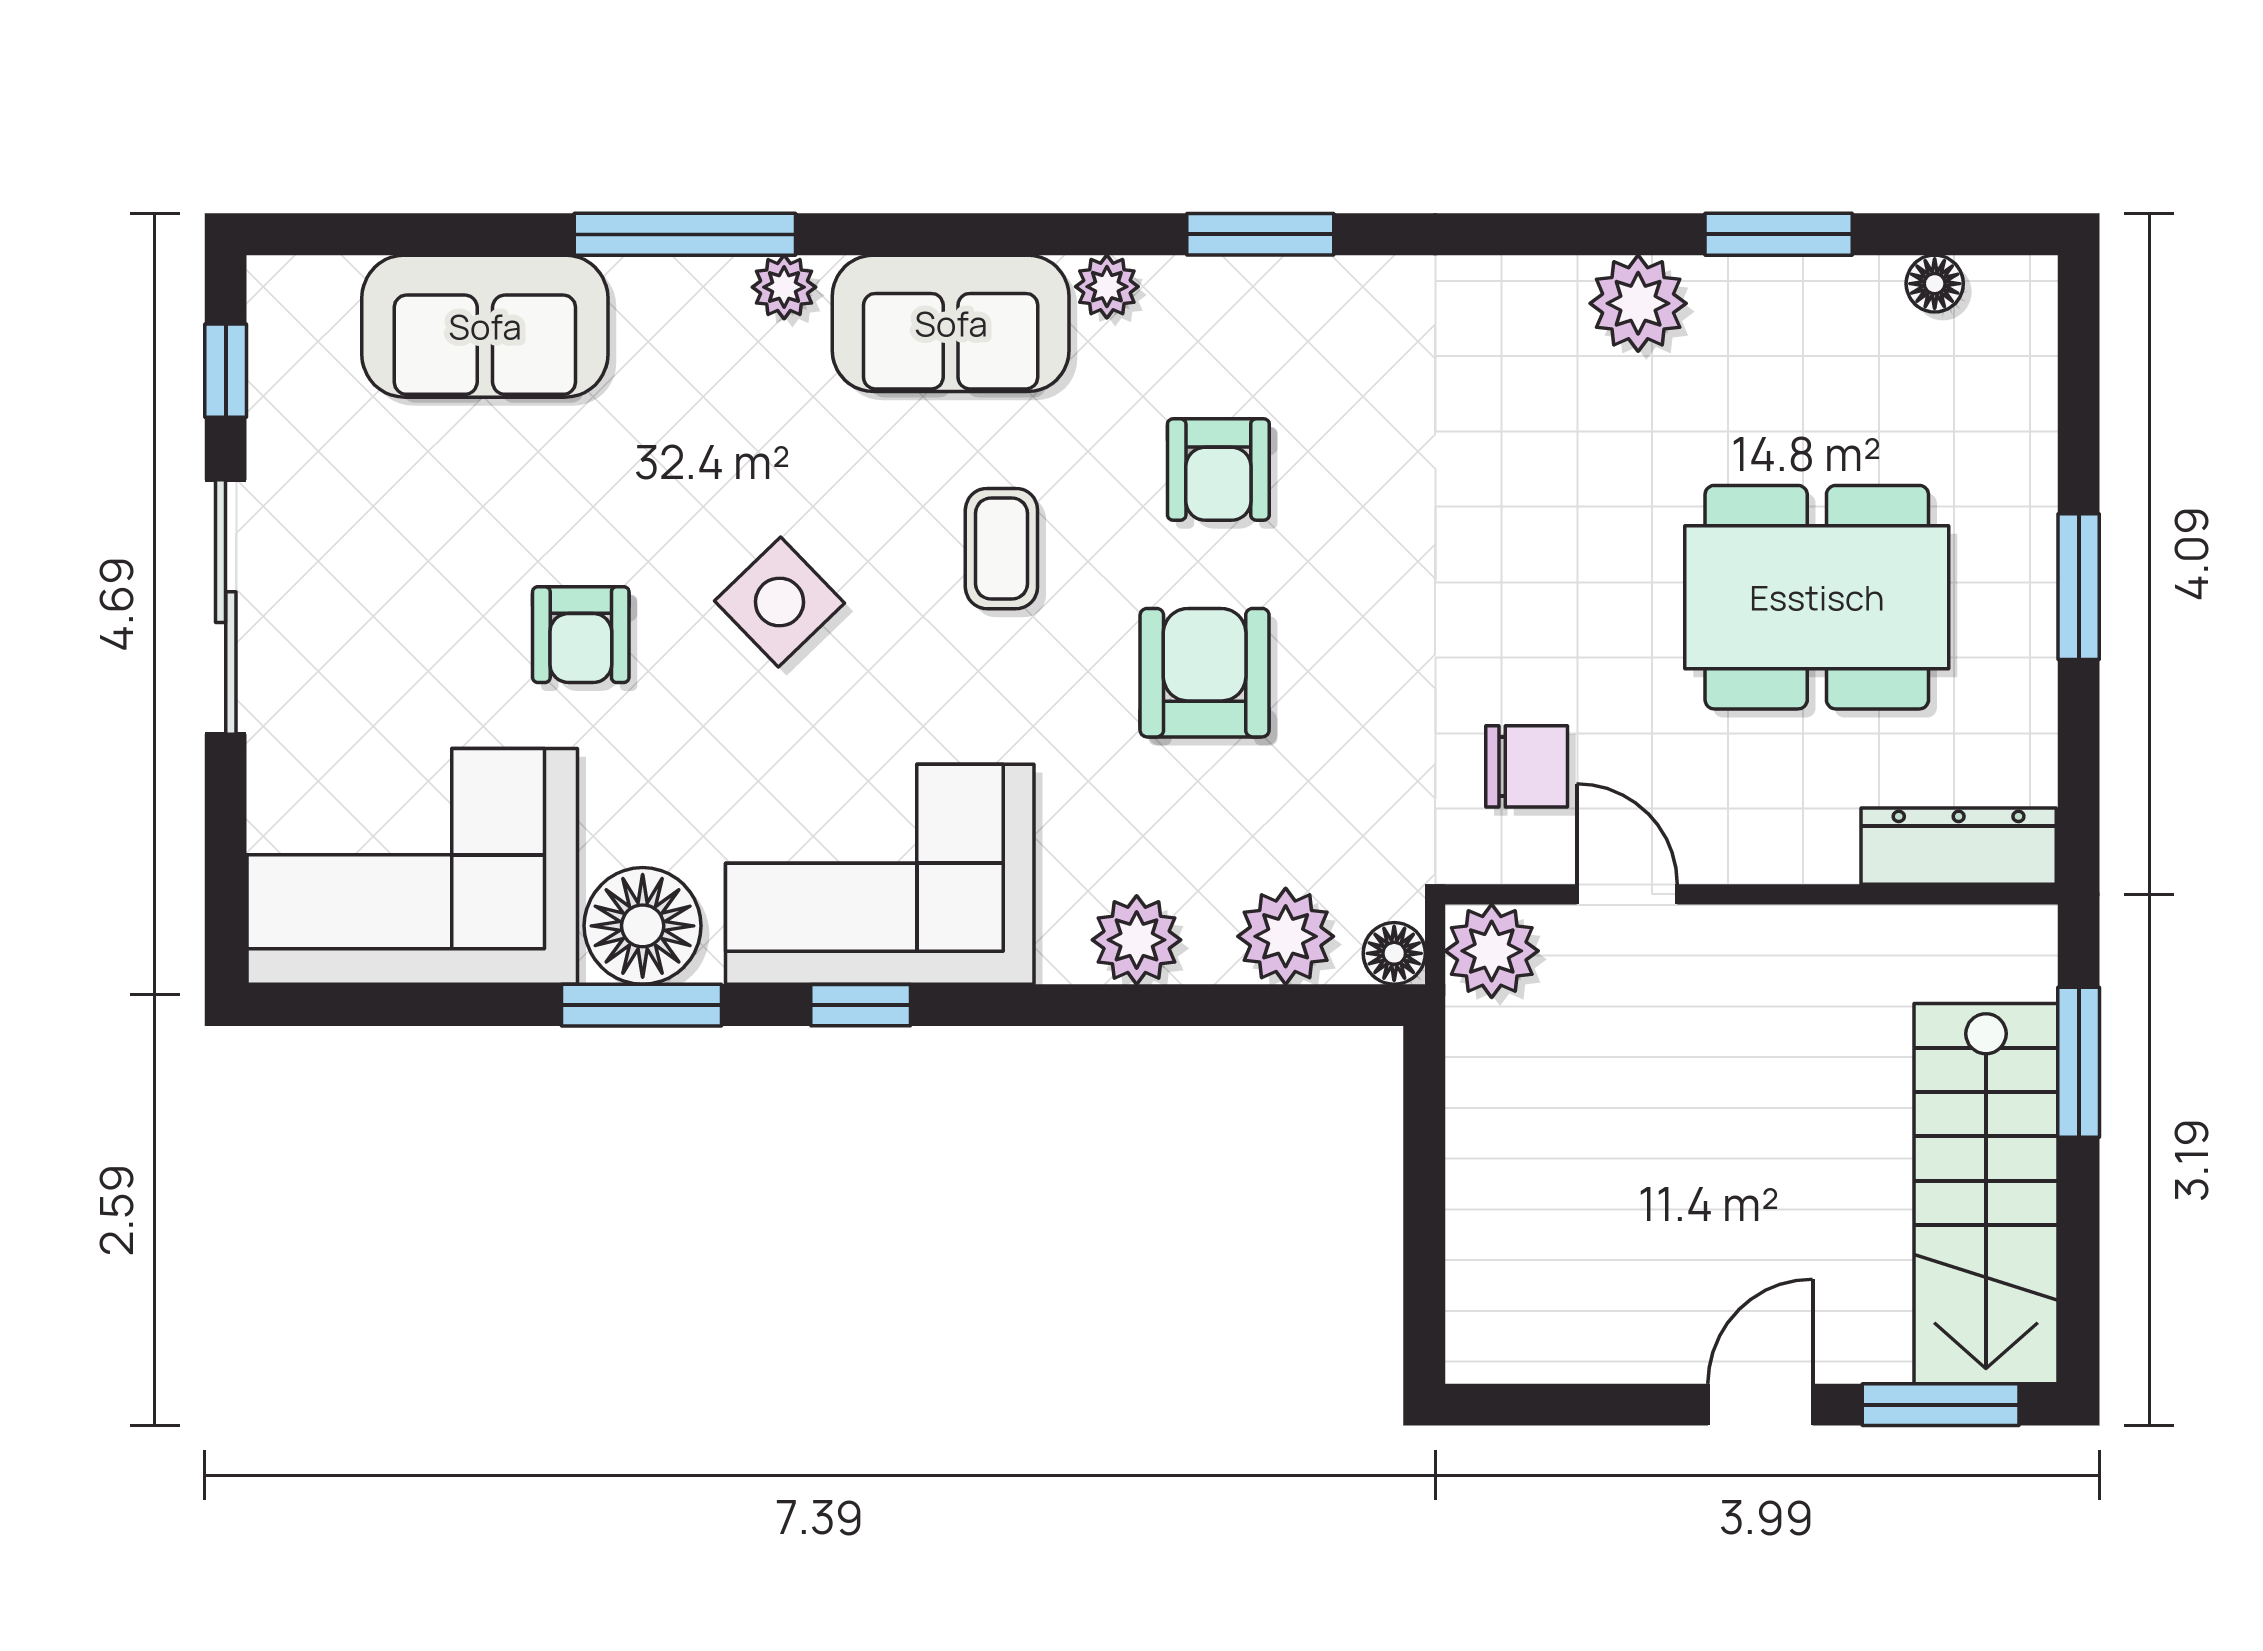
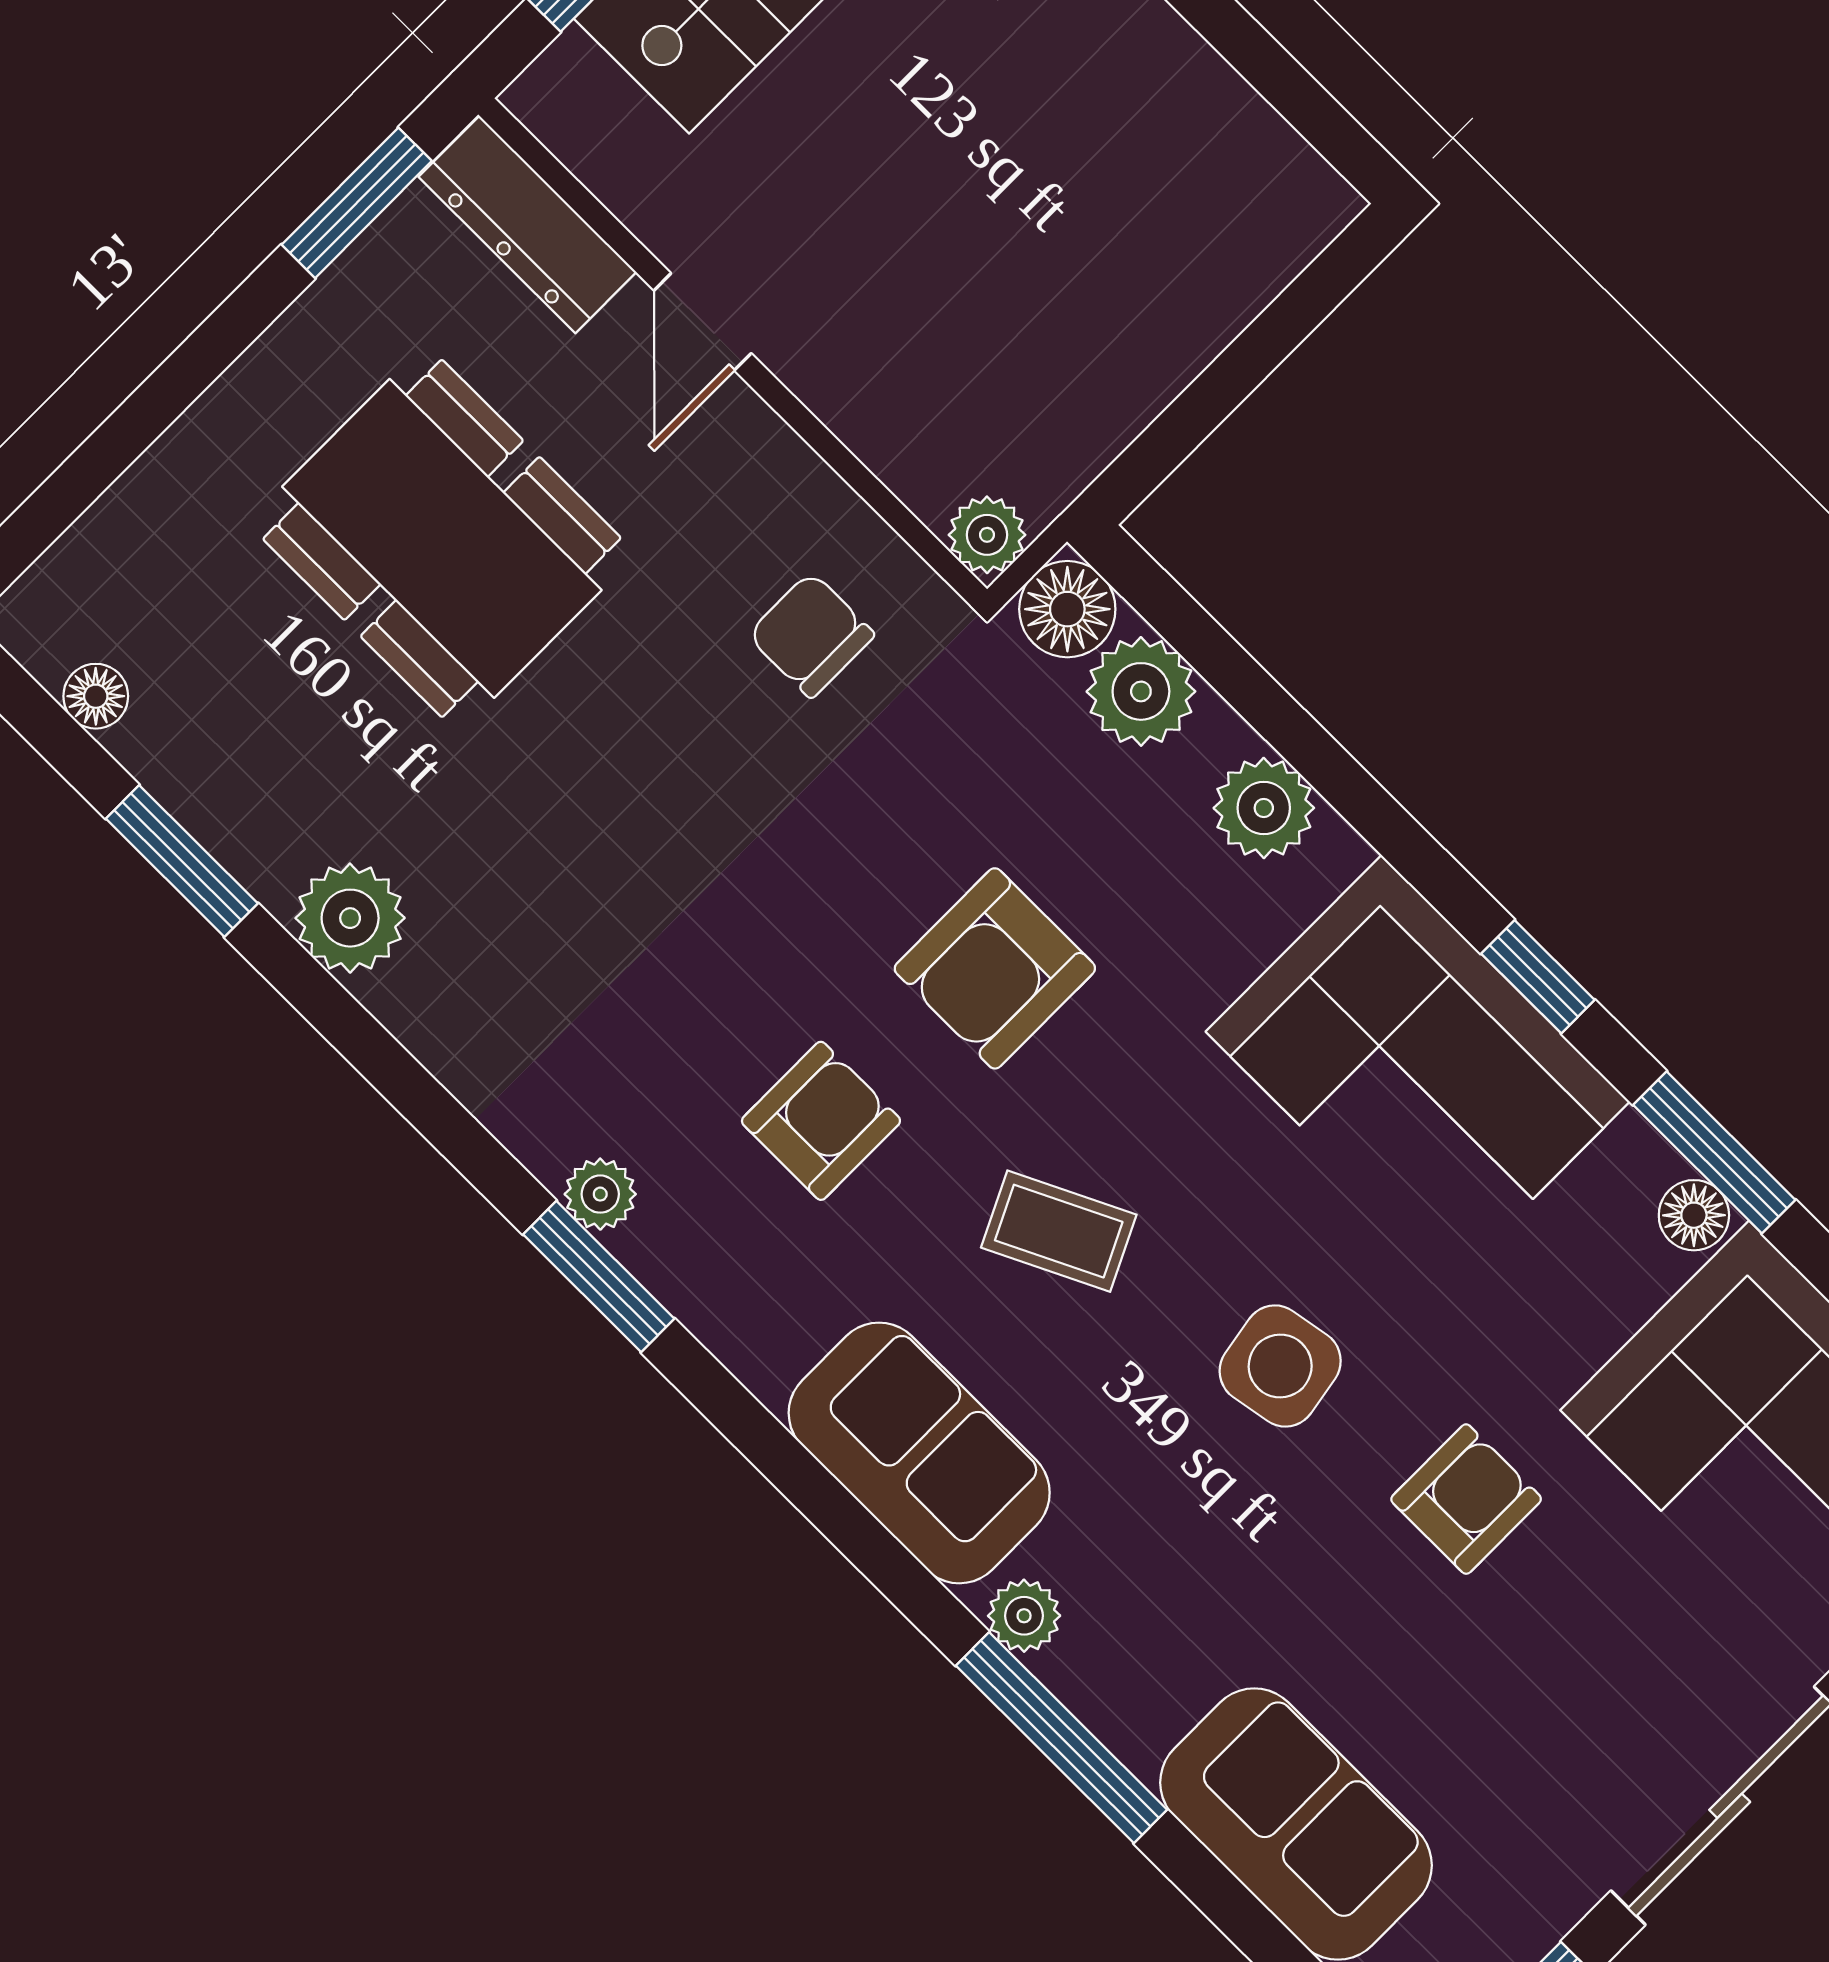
plant: (1107, 287) -> (600, 1194), moved
coffee table: (1001, 549) -> (1059, 1231), turned 64
window: (2079, 587) -> (357, 203), moved
side table: (779, 602) -> (1280, 1366), turned 34
door: (1627, 894) -> (703, 322), moved
floor lamp: (643, 926) -> (1694, 1215), width x0.53, depth x0.53
plant: (1492, 951) -> (987, 535), width x0.73, depth x0.73
floor lamp: (1394, 953) -> (1067, 609), width x1.37, depth x1.37

